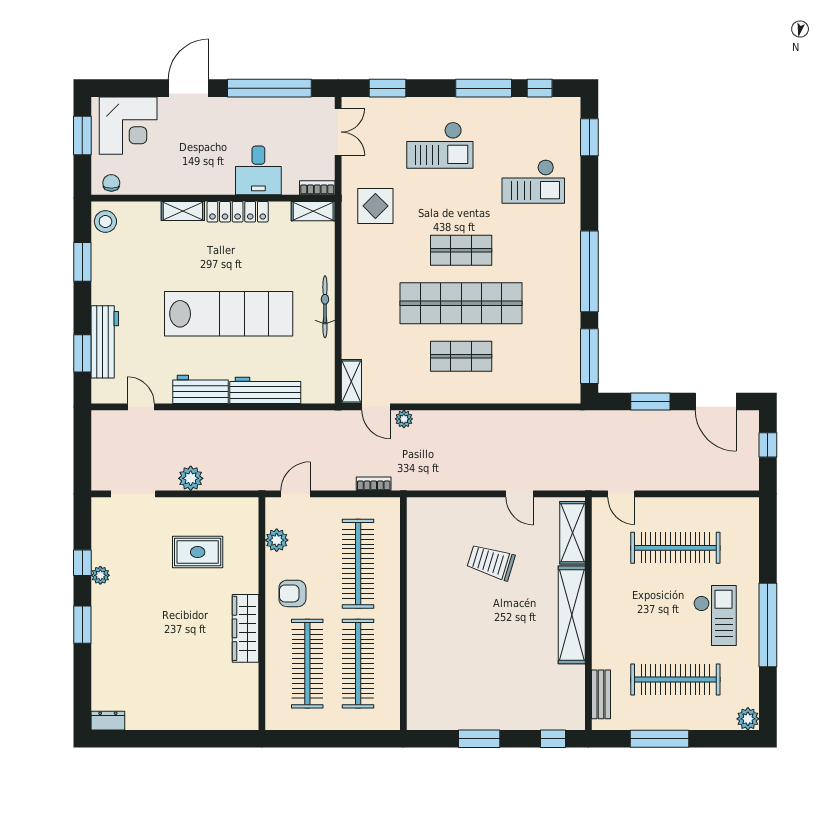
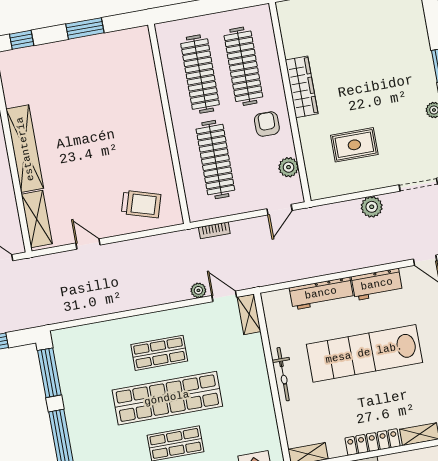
trolley: (491, 562) -> (141, 204), moved
armchair: (292, 593) -> (267, 124), turned -90

